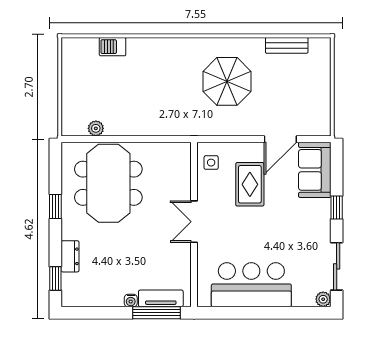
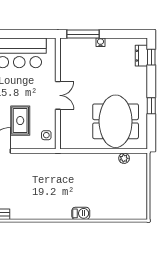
barbecue: (113, 47) -> (81, 213), moved
parasol: (227, 81) -> (36, 190), removed
dresser: (70, 256) -> (141, 56), moved
tv unit: (161, 298) -> (80, 44), removed

